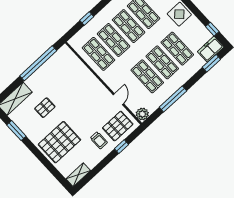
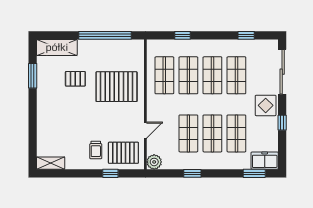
window: (212, 29) -> (282, 123), moved
window: (173, 99) -> (192, 173), width x0.46
pallet: (59, 142) -> (117, 87), moved

